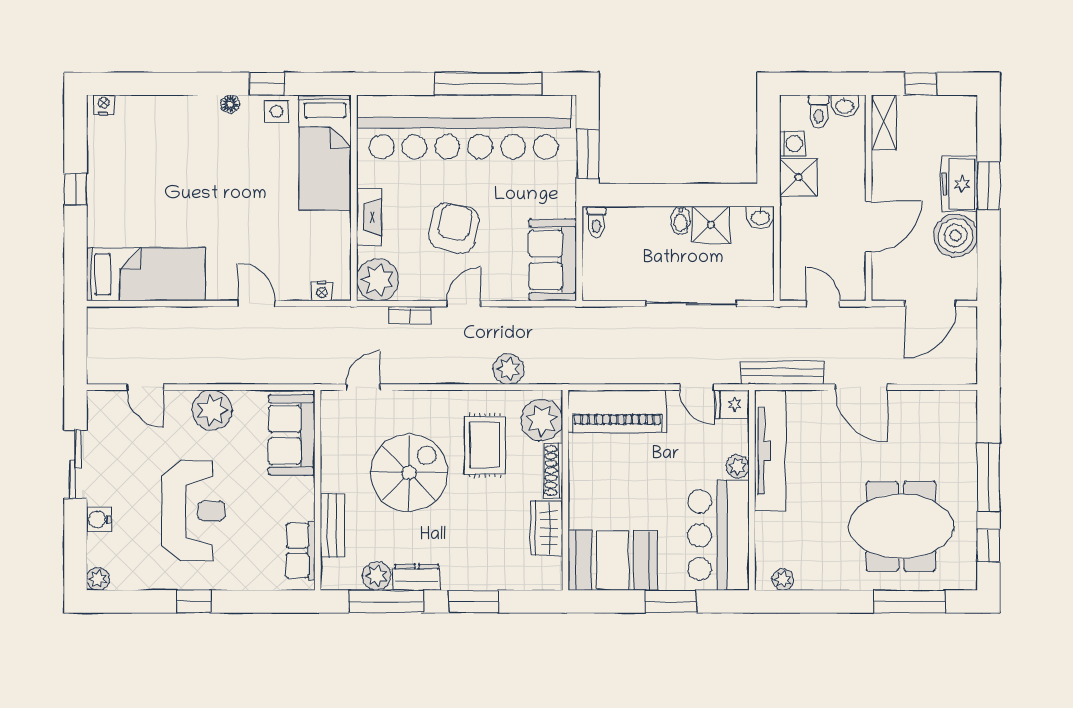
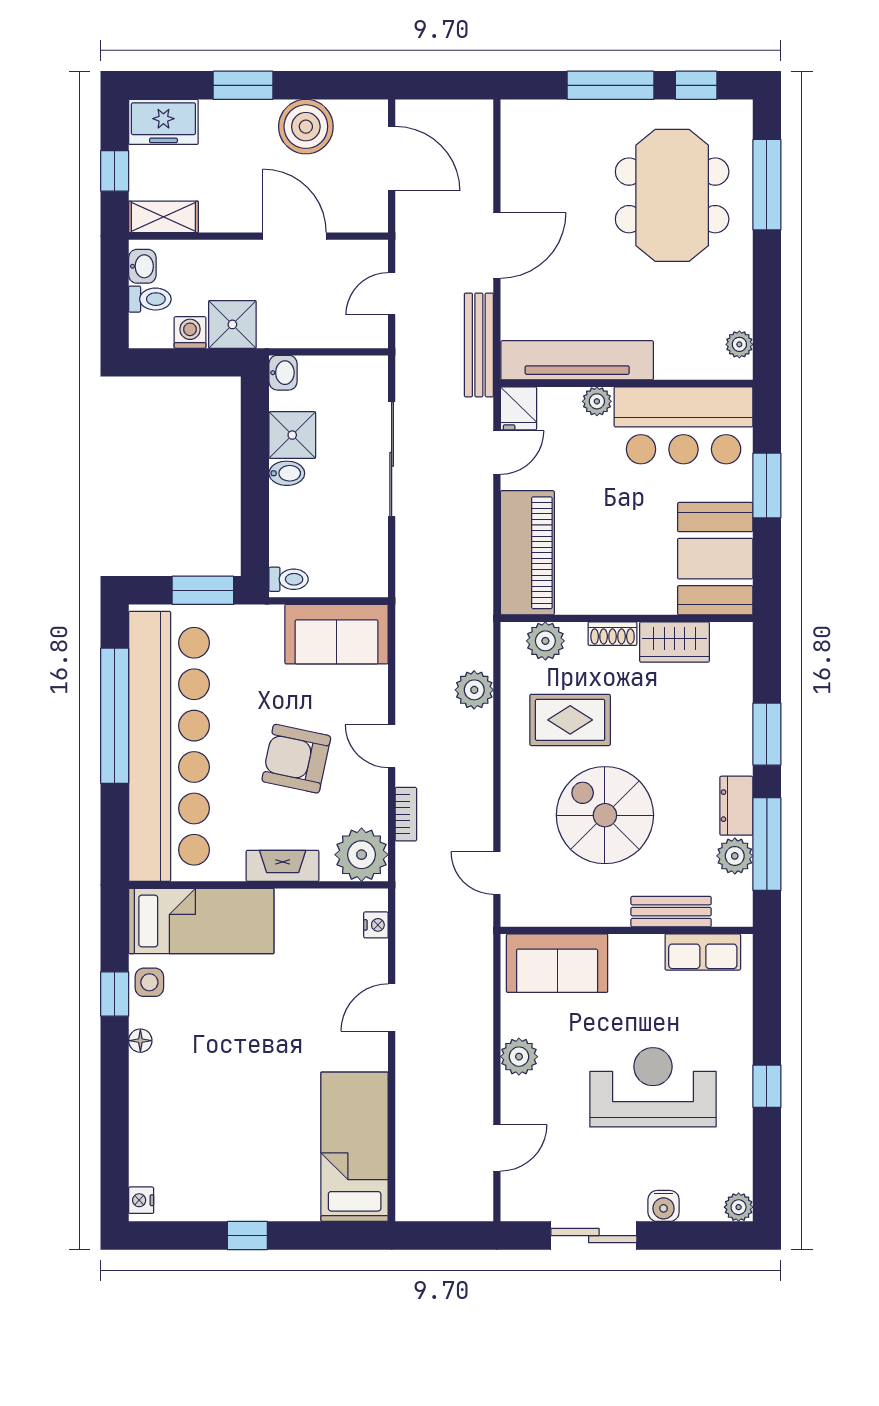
freezer: (959, 184) -> (163, 122), moved
plant: (212, 410) -> (519, 1057), width x0.73, depth x0.73
plant: (542, 420) -> (545, 641), width x0.73, depth x0.73
shoe rack: (553, 471) -> (613, 634), width x0.70

